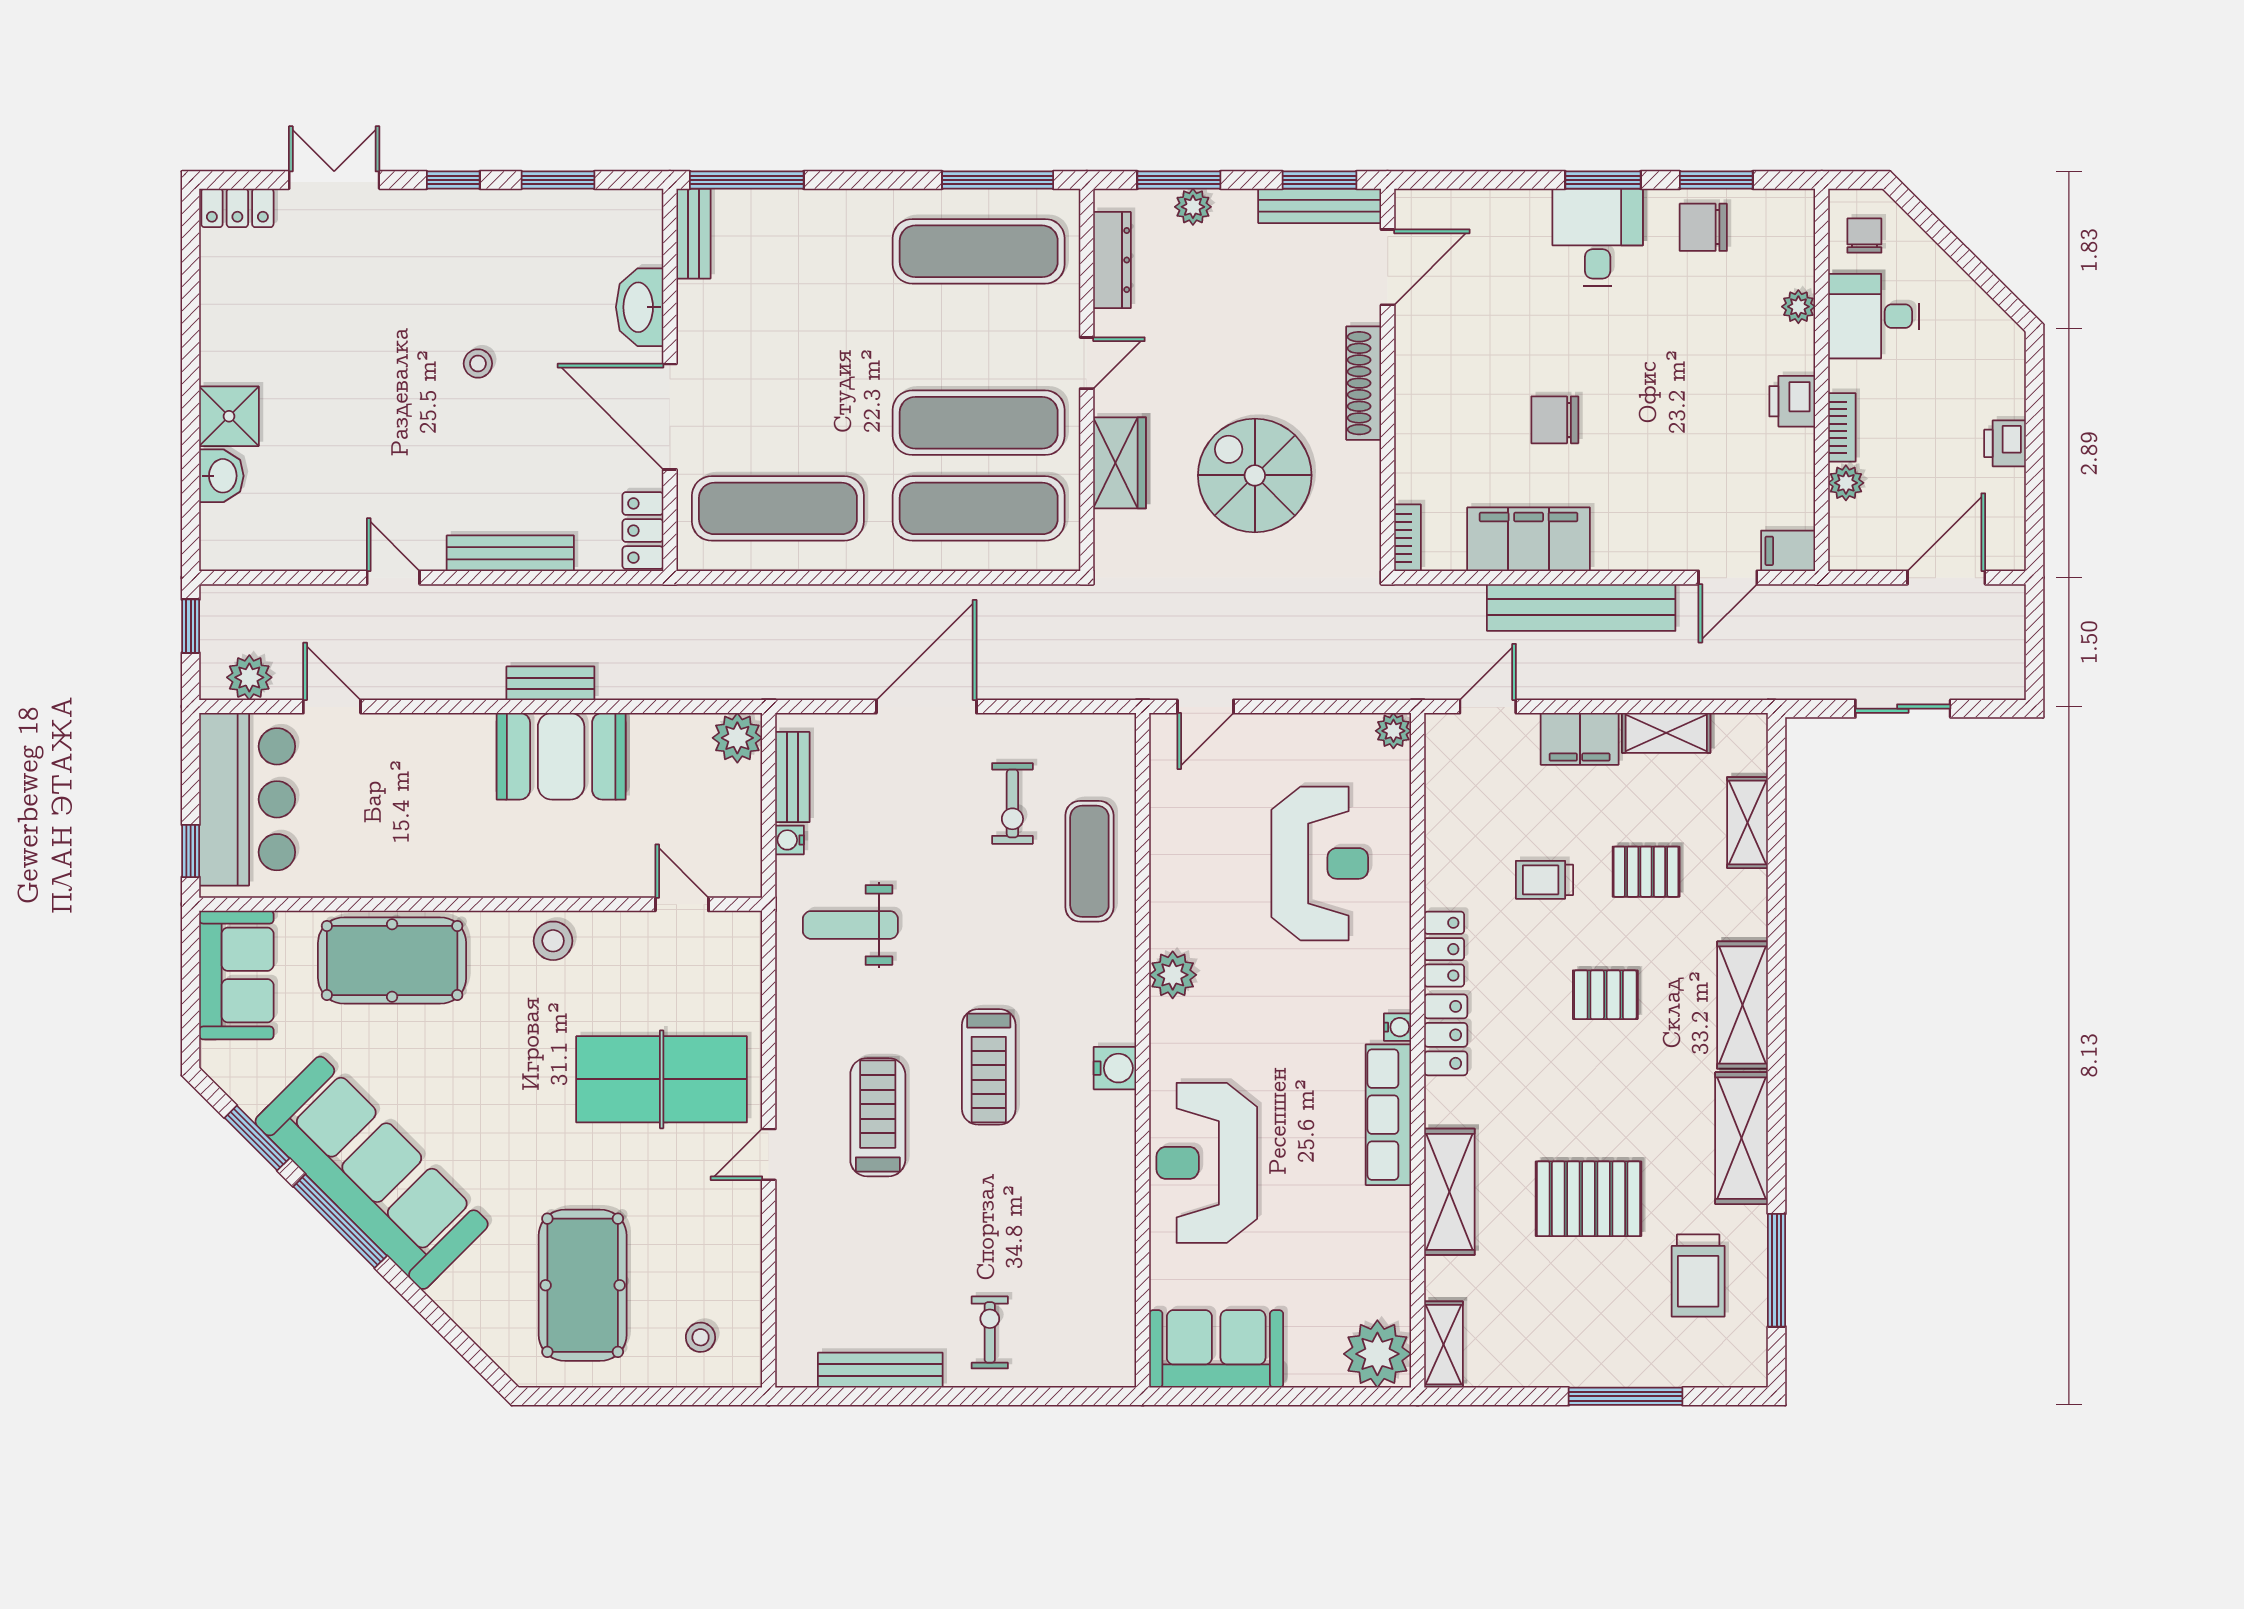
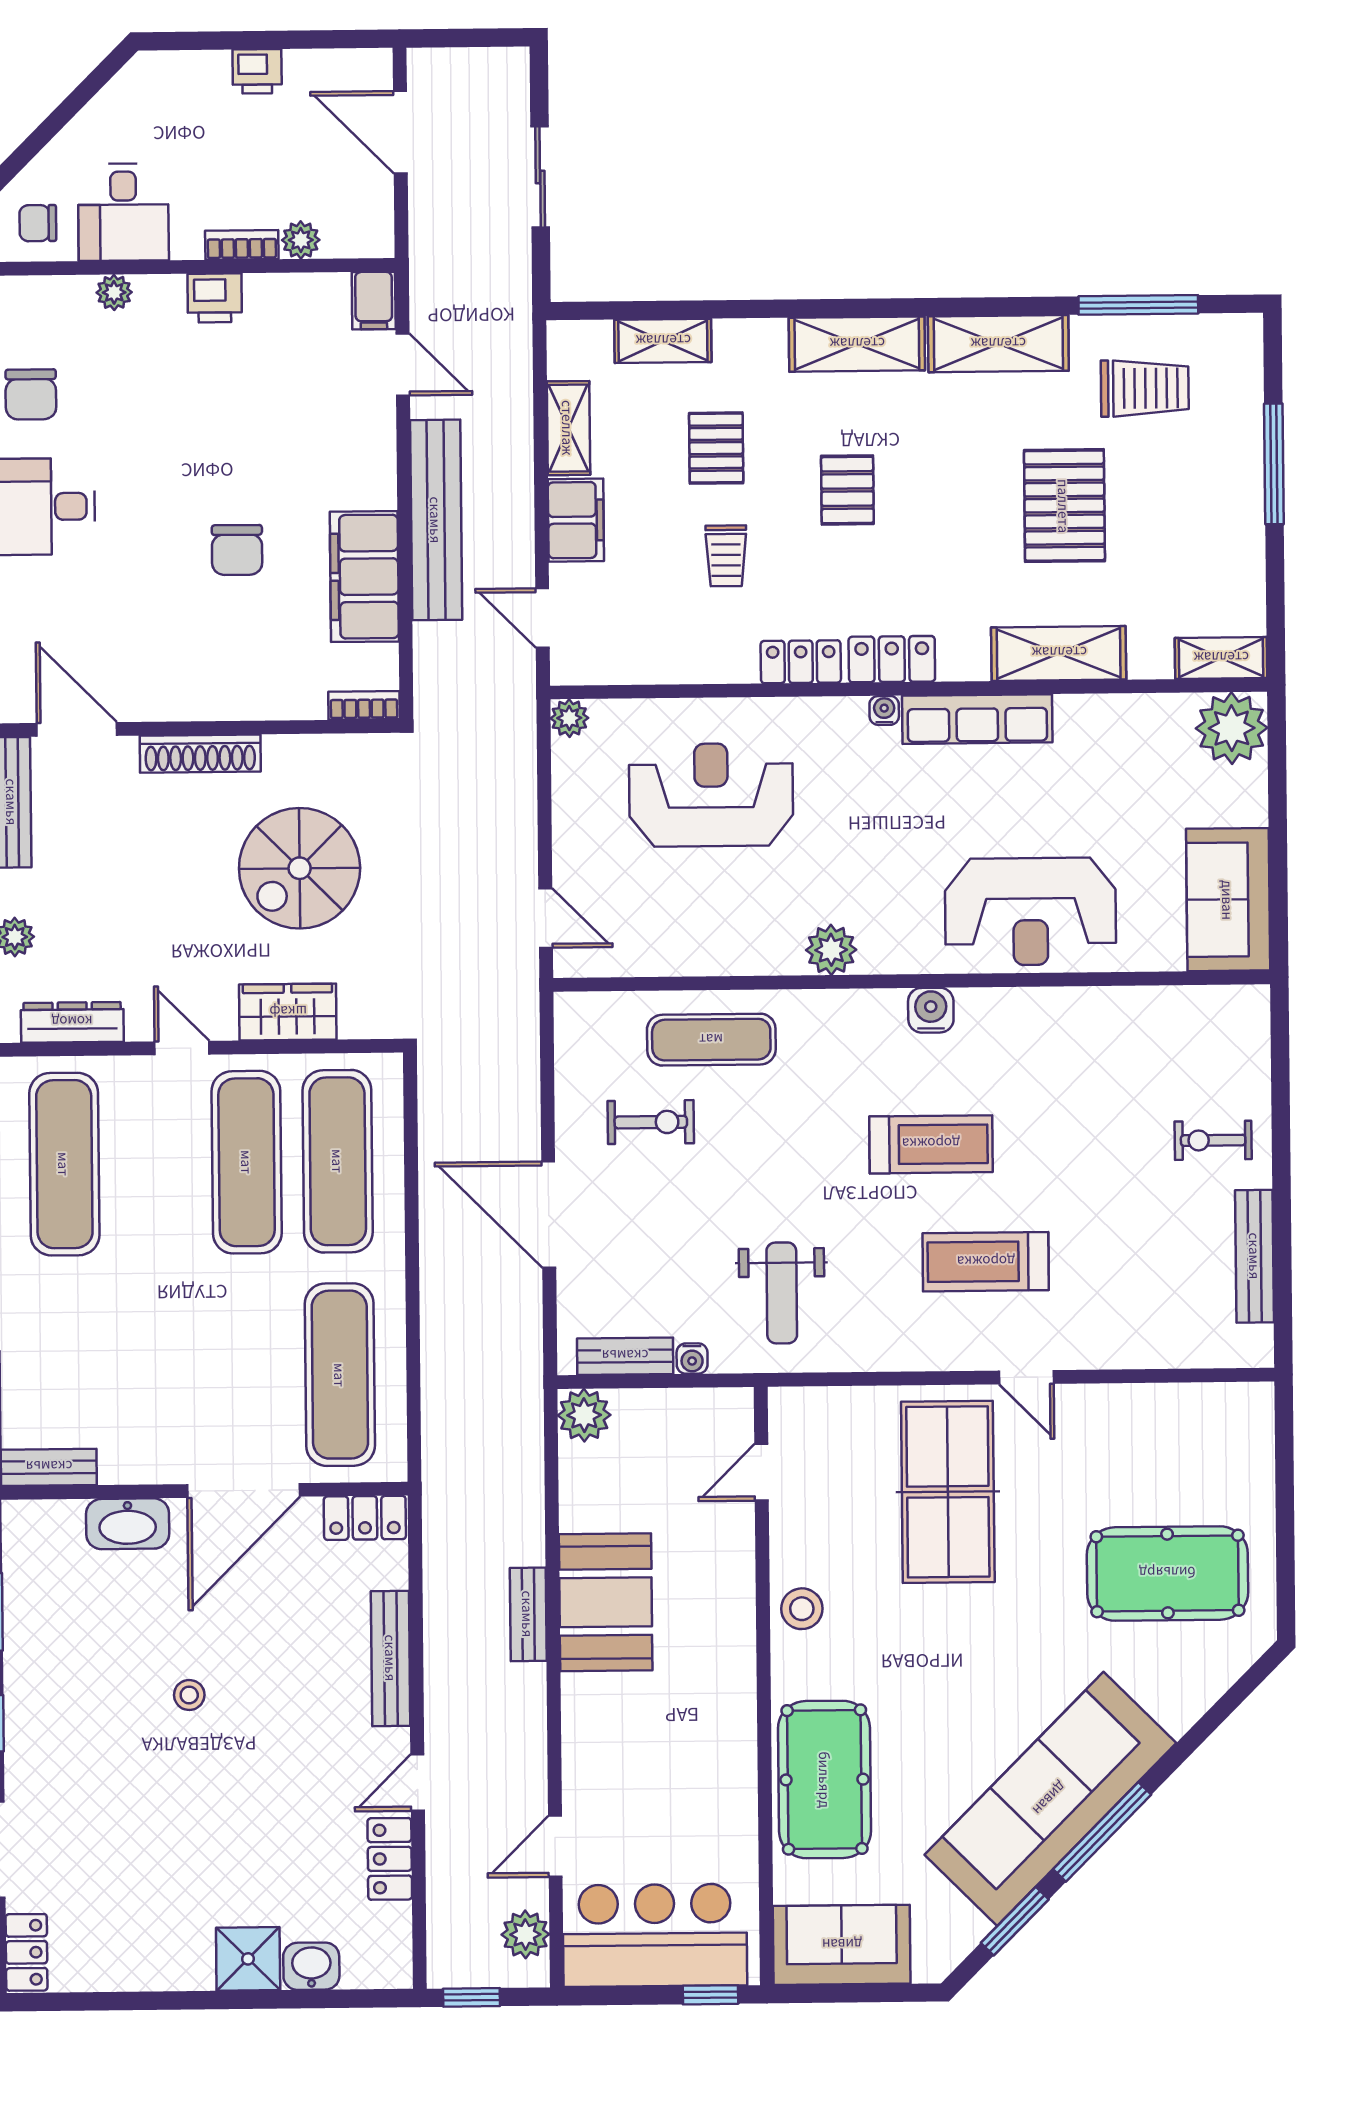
locker: (322, 551) -> (390, 1859), added
stool: (701, 1337) -> (1221, 1448), removed

